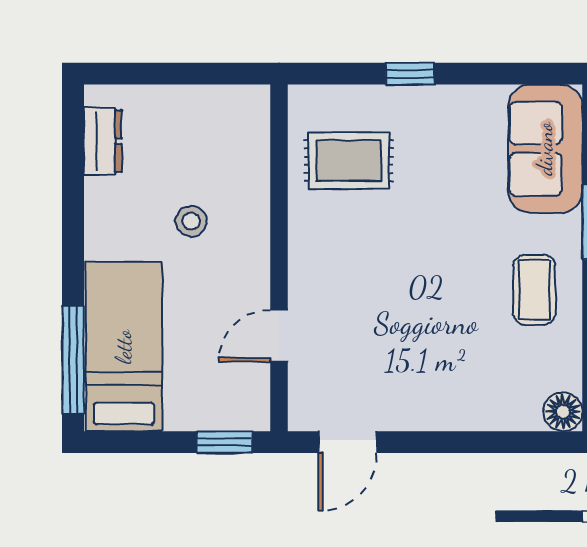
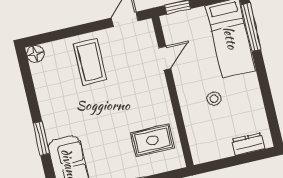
dresser: (103, 141) -> (248, 144), moved, turned 90
coffee table: (534, 290) -> (90, 62), moved, width x1.36, depth x1.30

